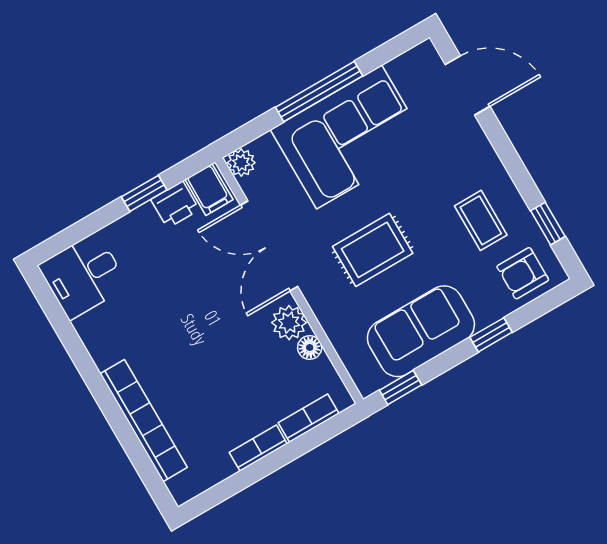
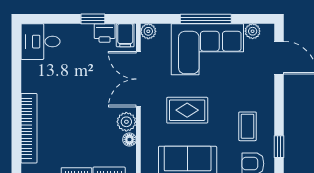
plant: (403, 68) -> (253, 31), added

